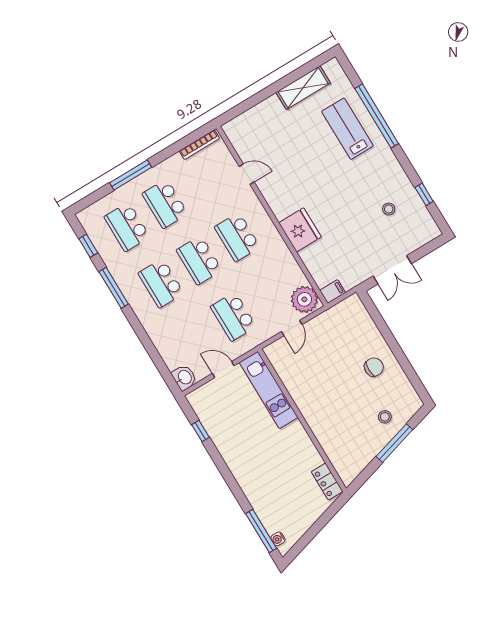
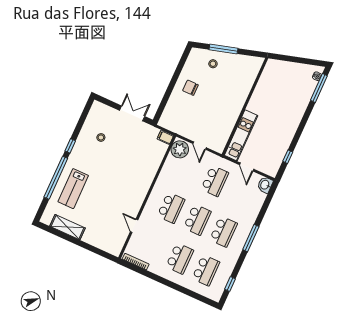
window: (131, 175) -> (177, 287), removed
window: (424, 194) -> (70, 146), moved
fridge: (300, 230) -> (144, 177), removed
window: (114, 288) -> (251, 238), moved
door: (292, 328) -> (200, 146), swing flipped
locker: (327, 482) -> (269, 71), removed

